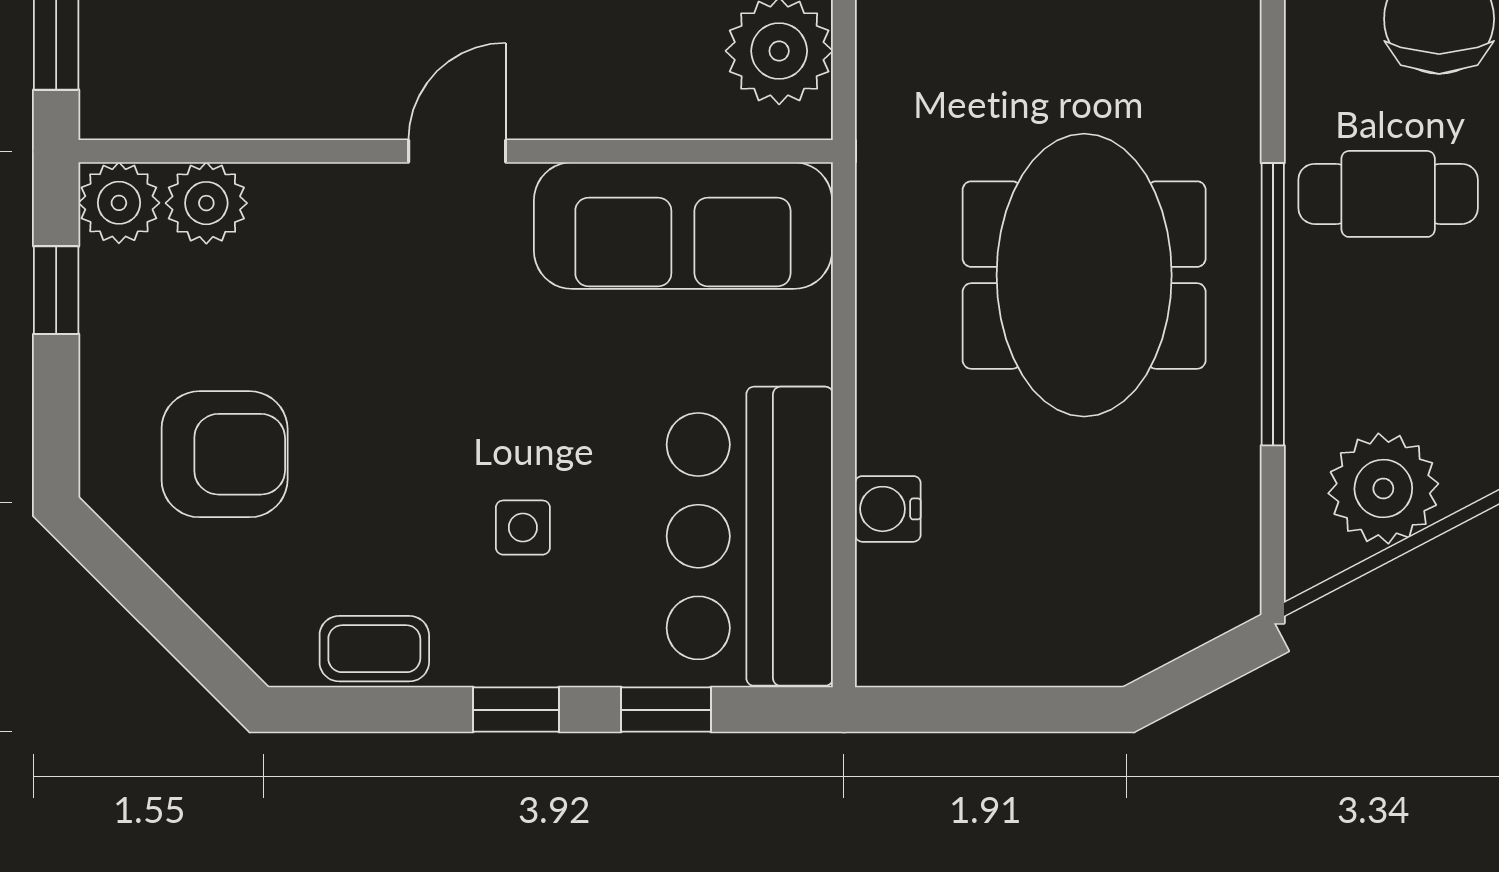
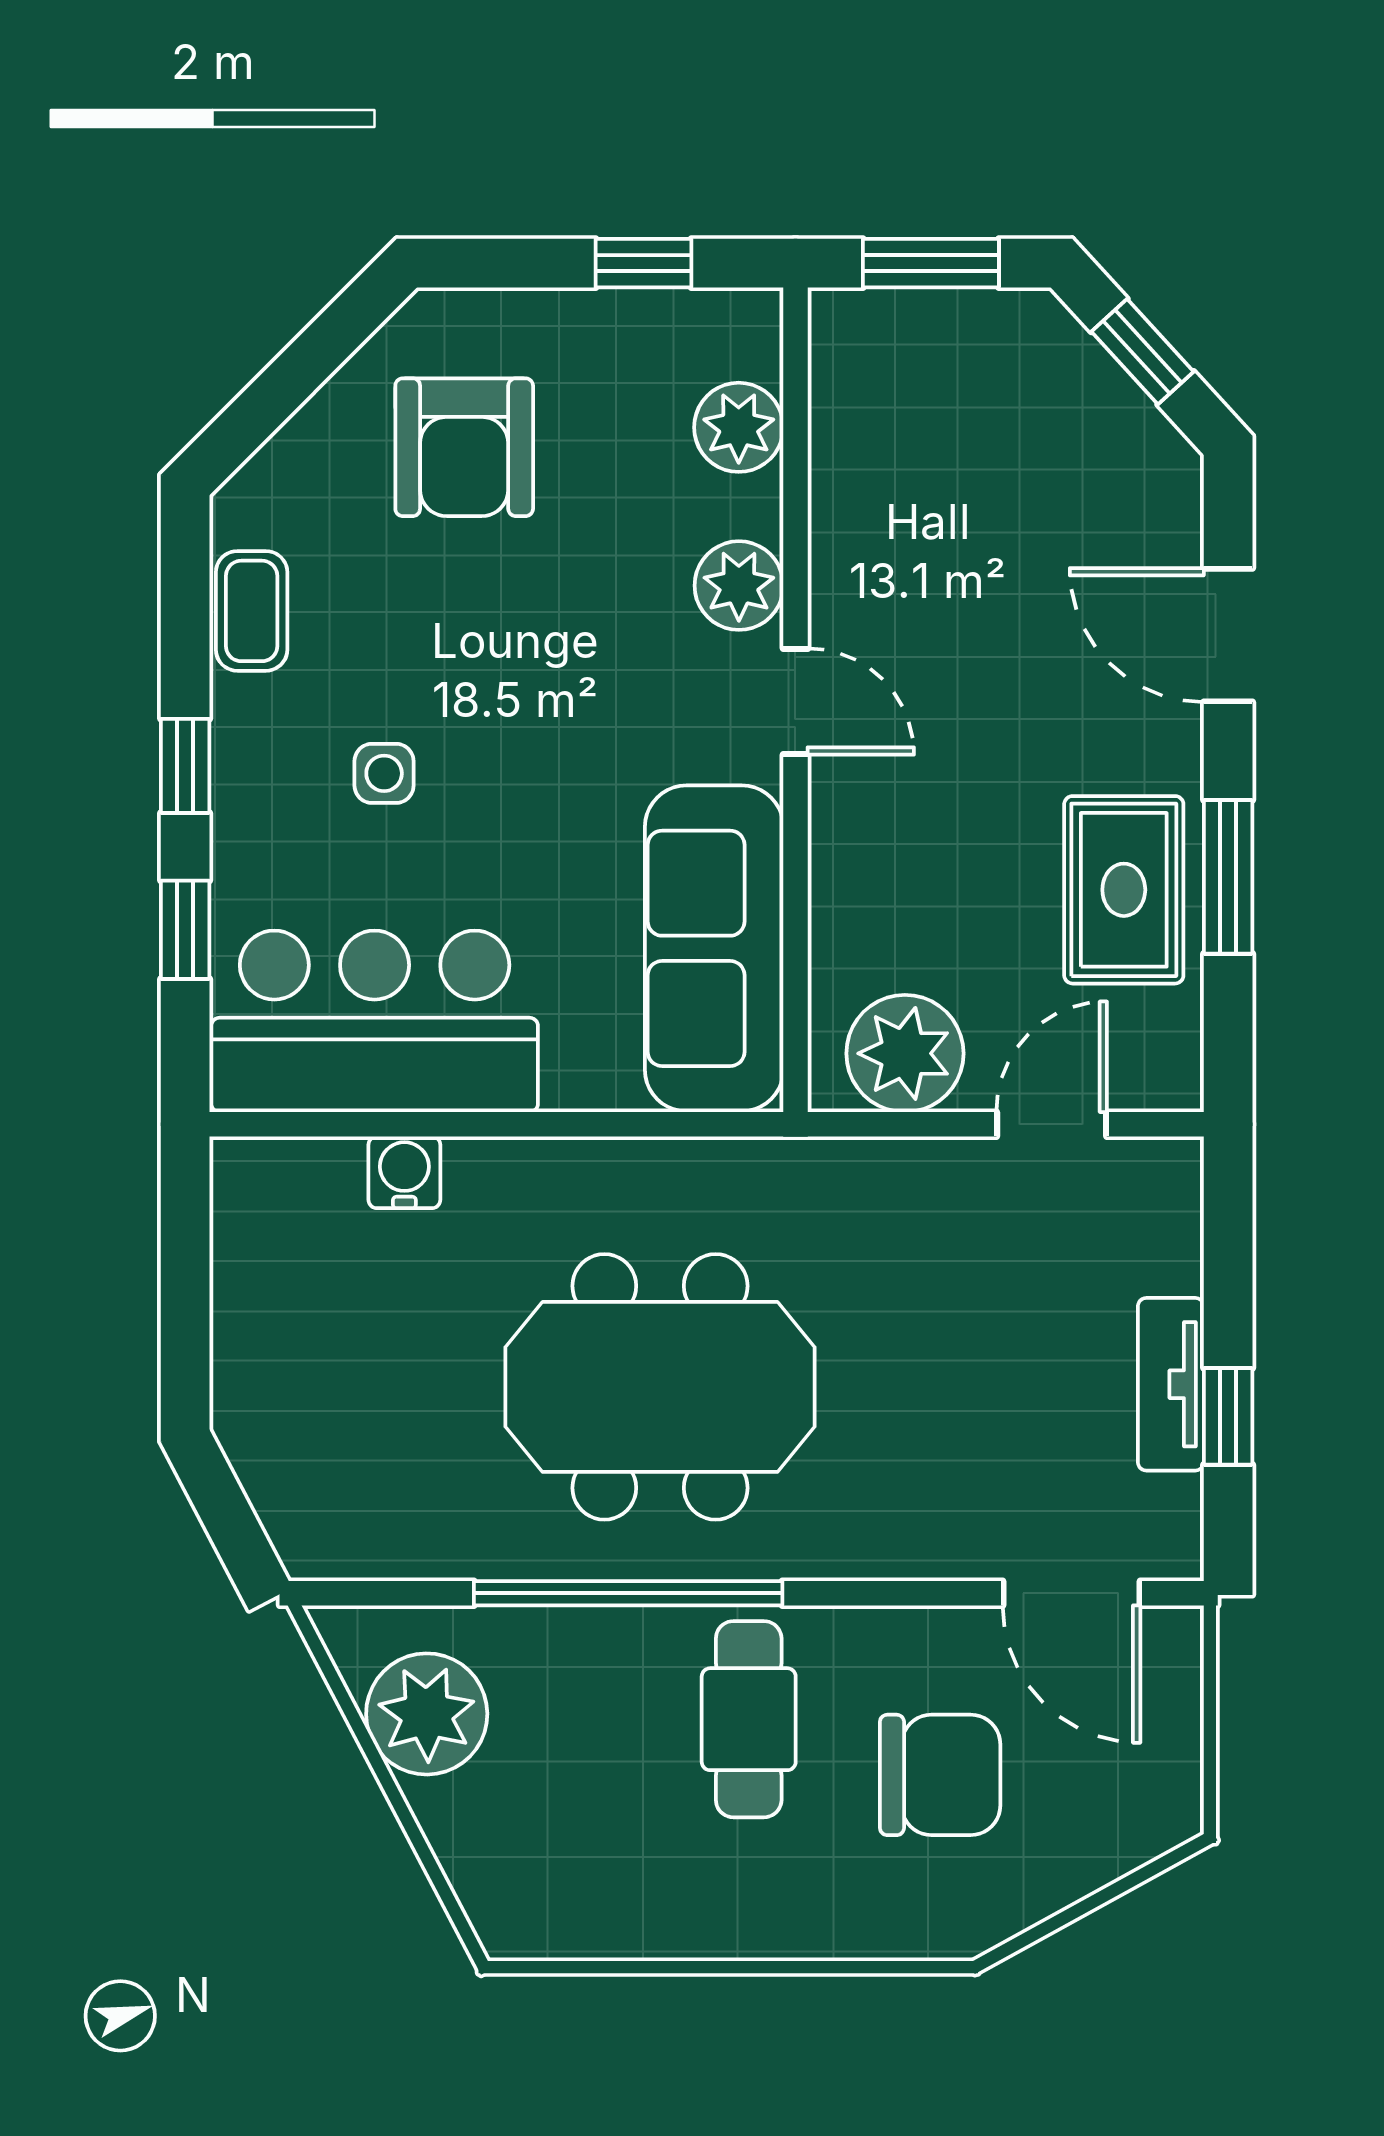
plant: (119, 203) -> (739, 586), moved

